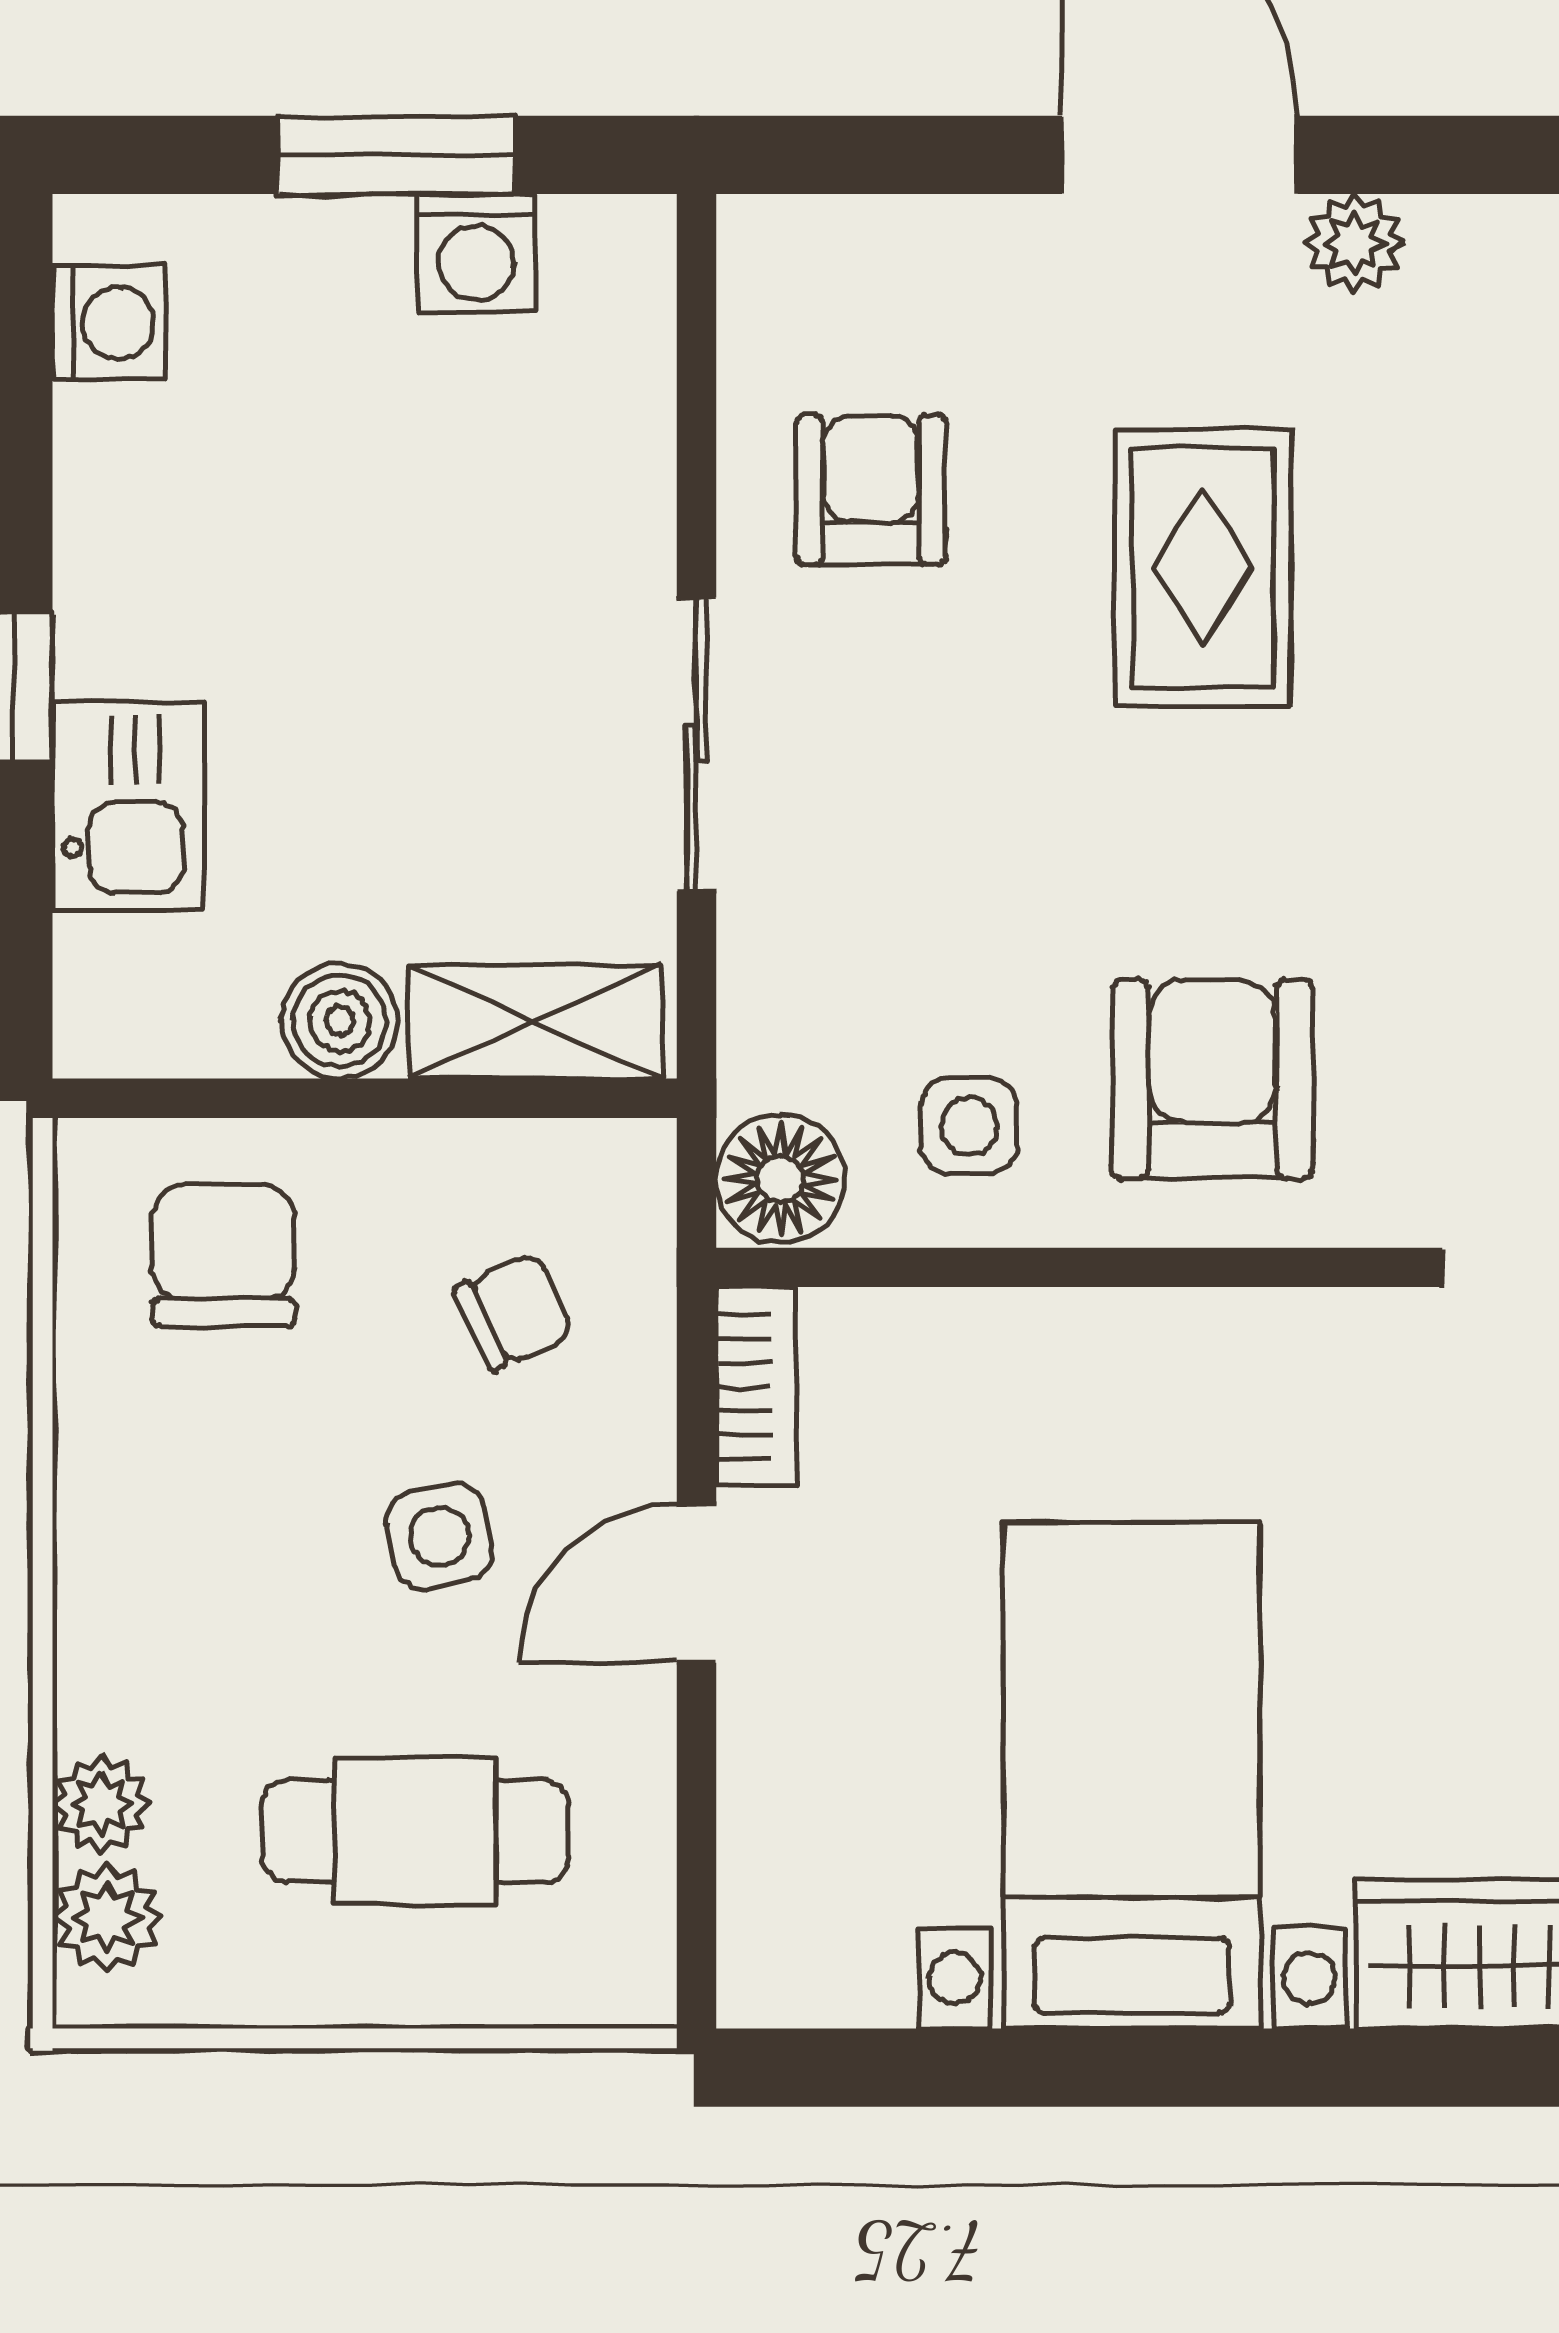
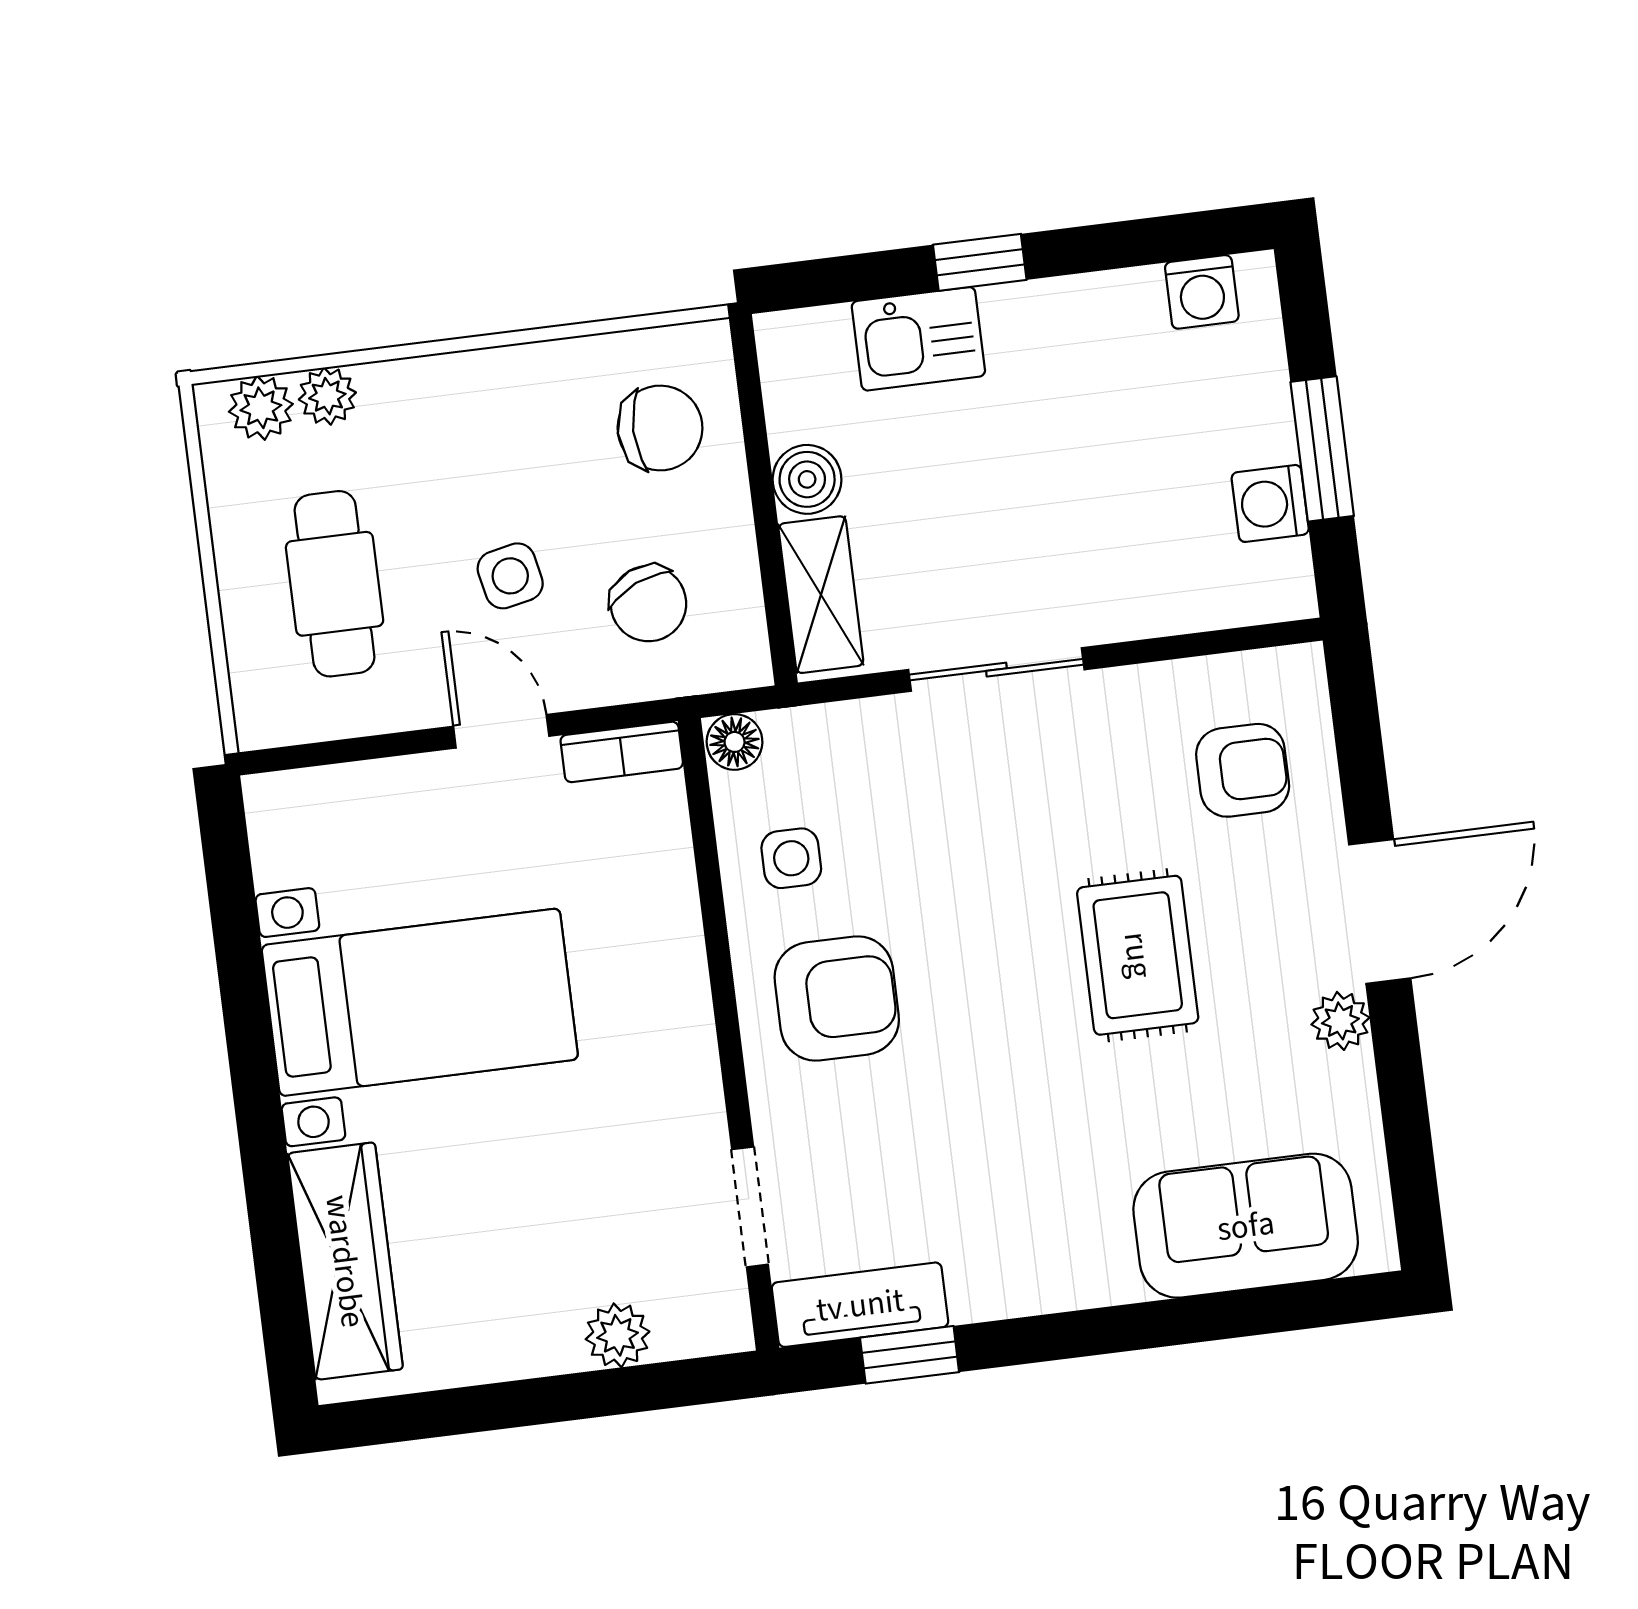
armchair: (871, 490) -> (1243, 770), moved
rug: (1203, 568) -> (1138, 955), turned 90
floor lamp: (780, 1179) -> (735, 742), width x0.73, depth x0.73
chair: (514, 1311) -> (648, 604), width x1.37, depth x1.37

